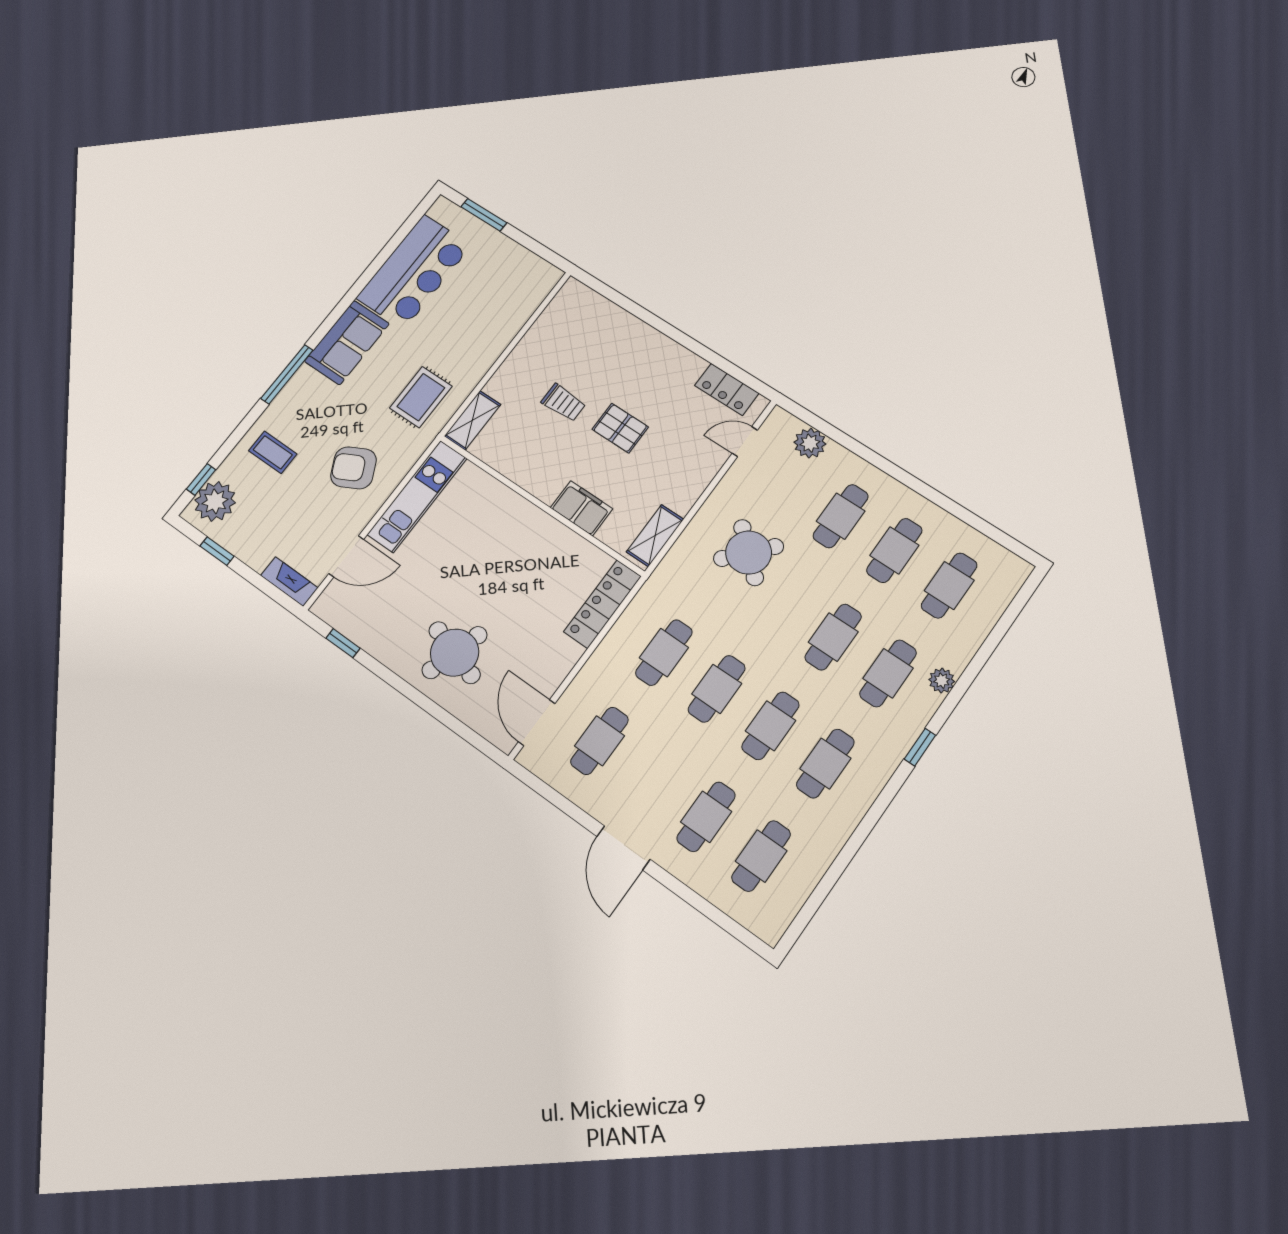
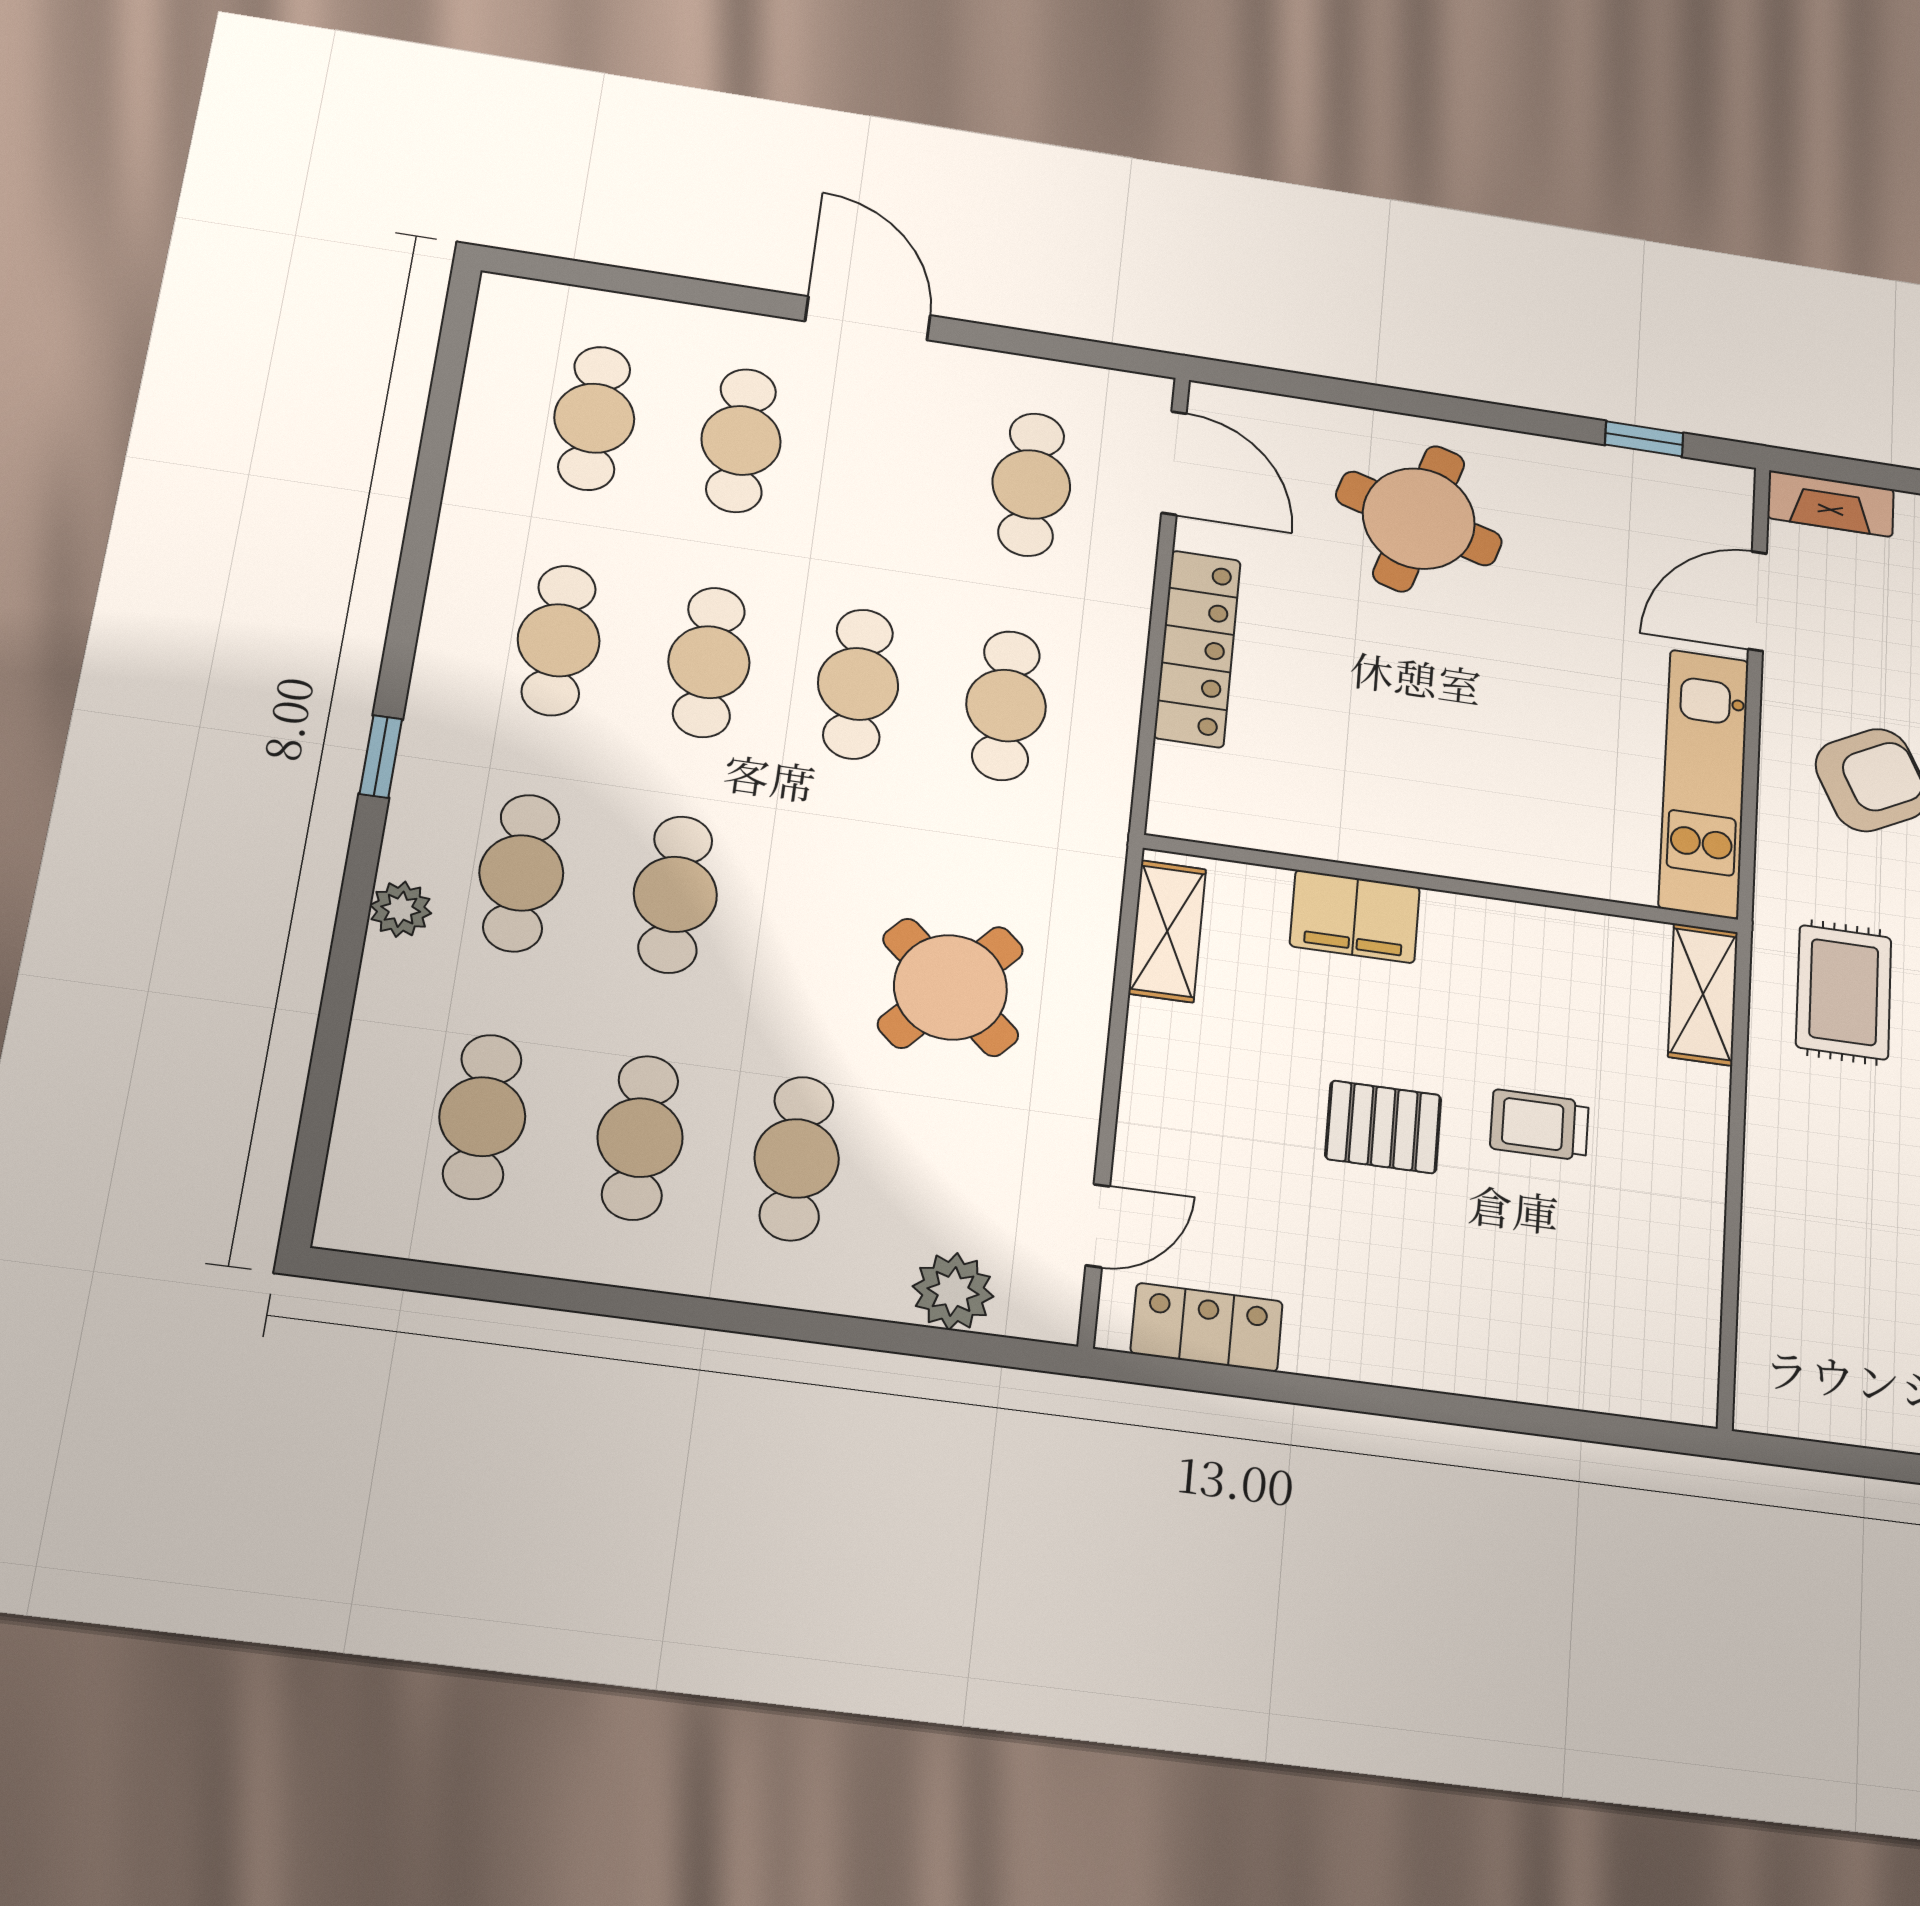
locker: (603, 604) -> (1197, 649), moved

